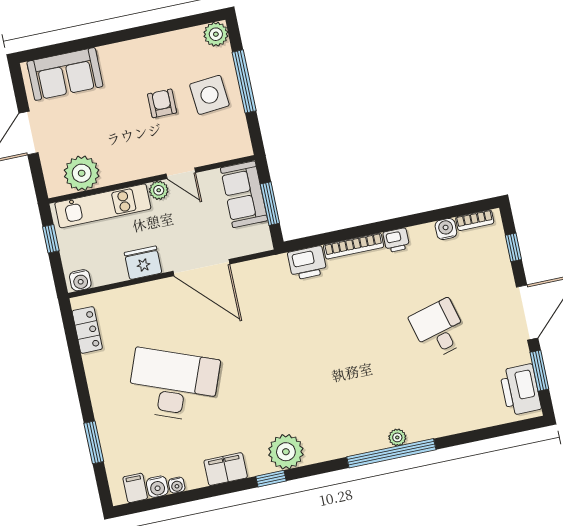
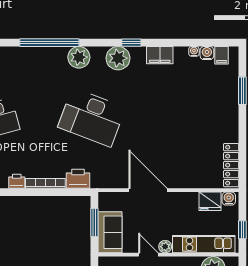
fridge: (143, 263) -> (210, 201), moved
locker: (87, 330) -> (231, 165), width x1.53
desk: (173, 385) -> (92, 117), moved
plant: (397, 437) -> (79, 57), moved, width x1.88, depth x1.88

